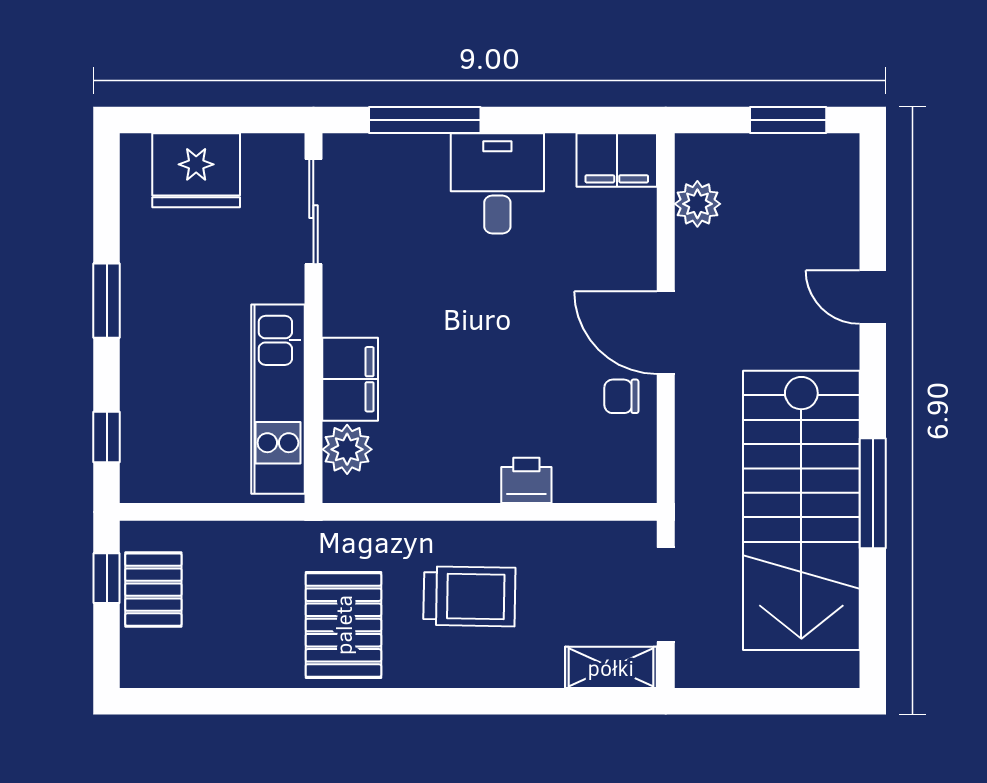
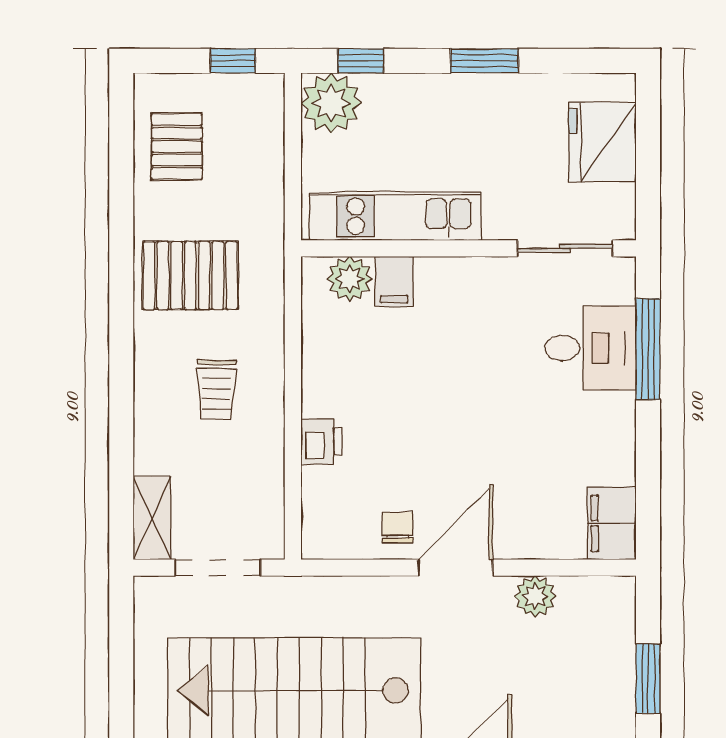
desk: (497, 183) -> (591, 348), moved
plant: (697, 204) -> (535, 596), moved
filing cabinet: (350, 379) -> (394, 282), width x0.50
plant: (153, 470) -> (331, 103), added
pallet: (153, 590) -> (177, 147), moved, turned 90
trolley: (469, 596) -> (216, 390), width x0.73, depth x0.72

